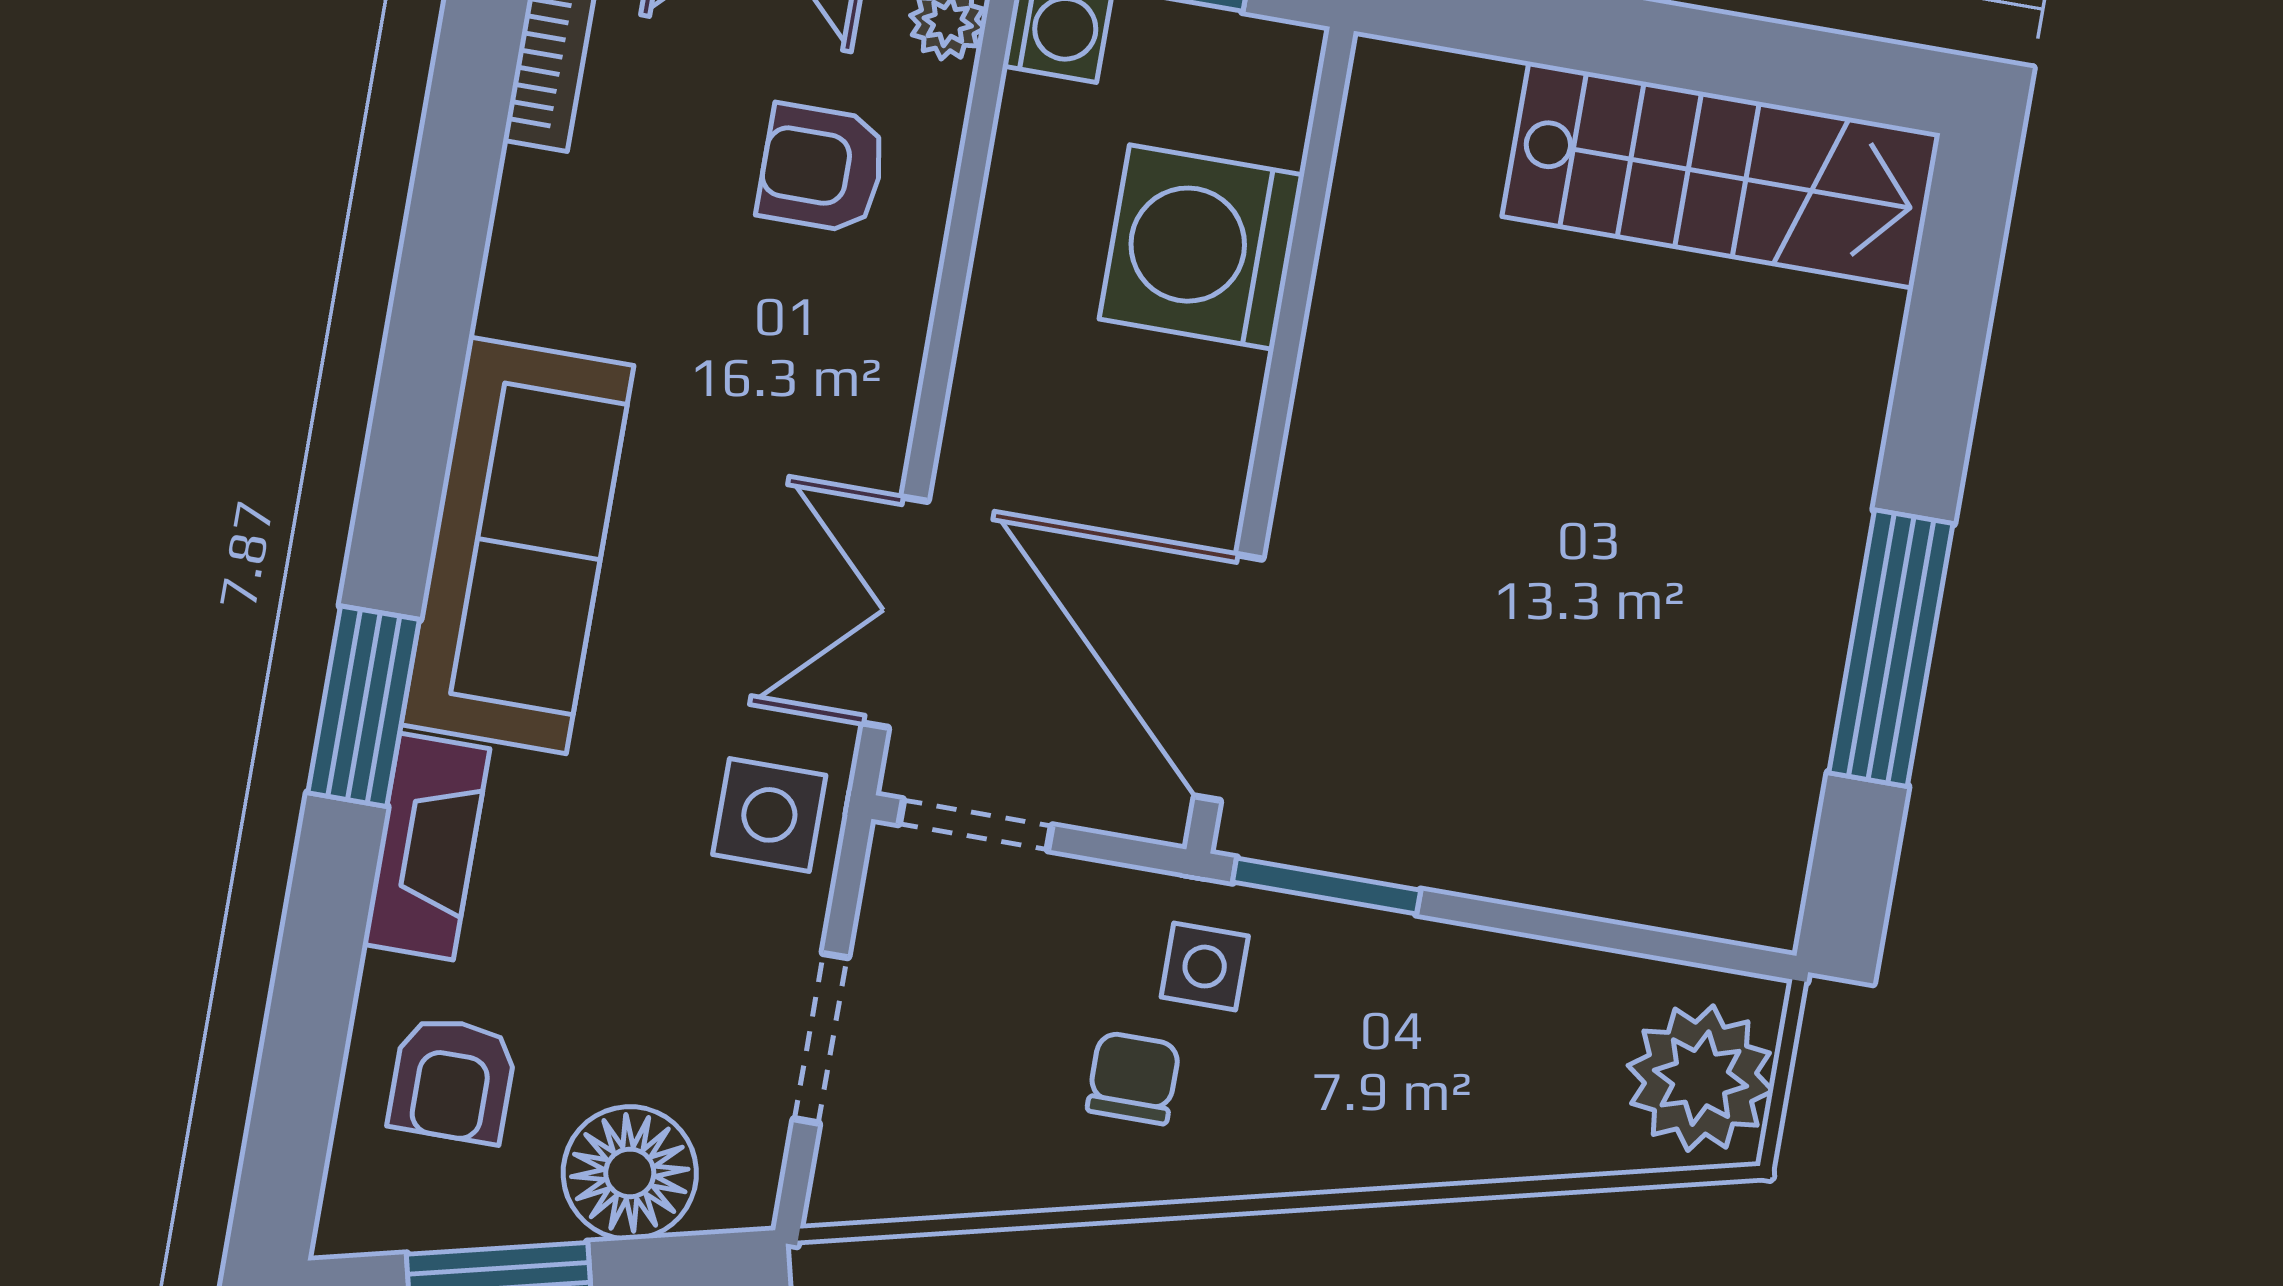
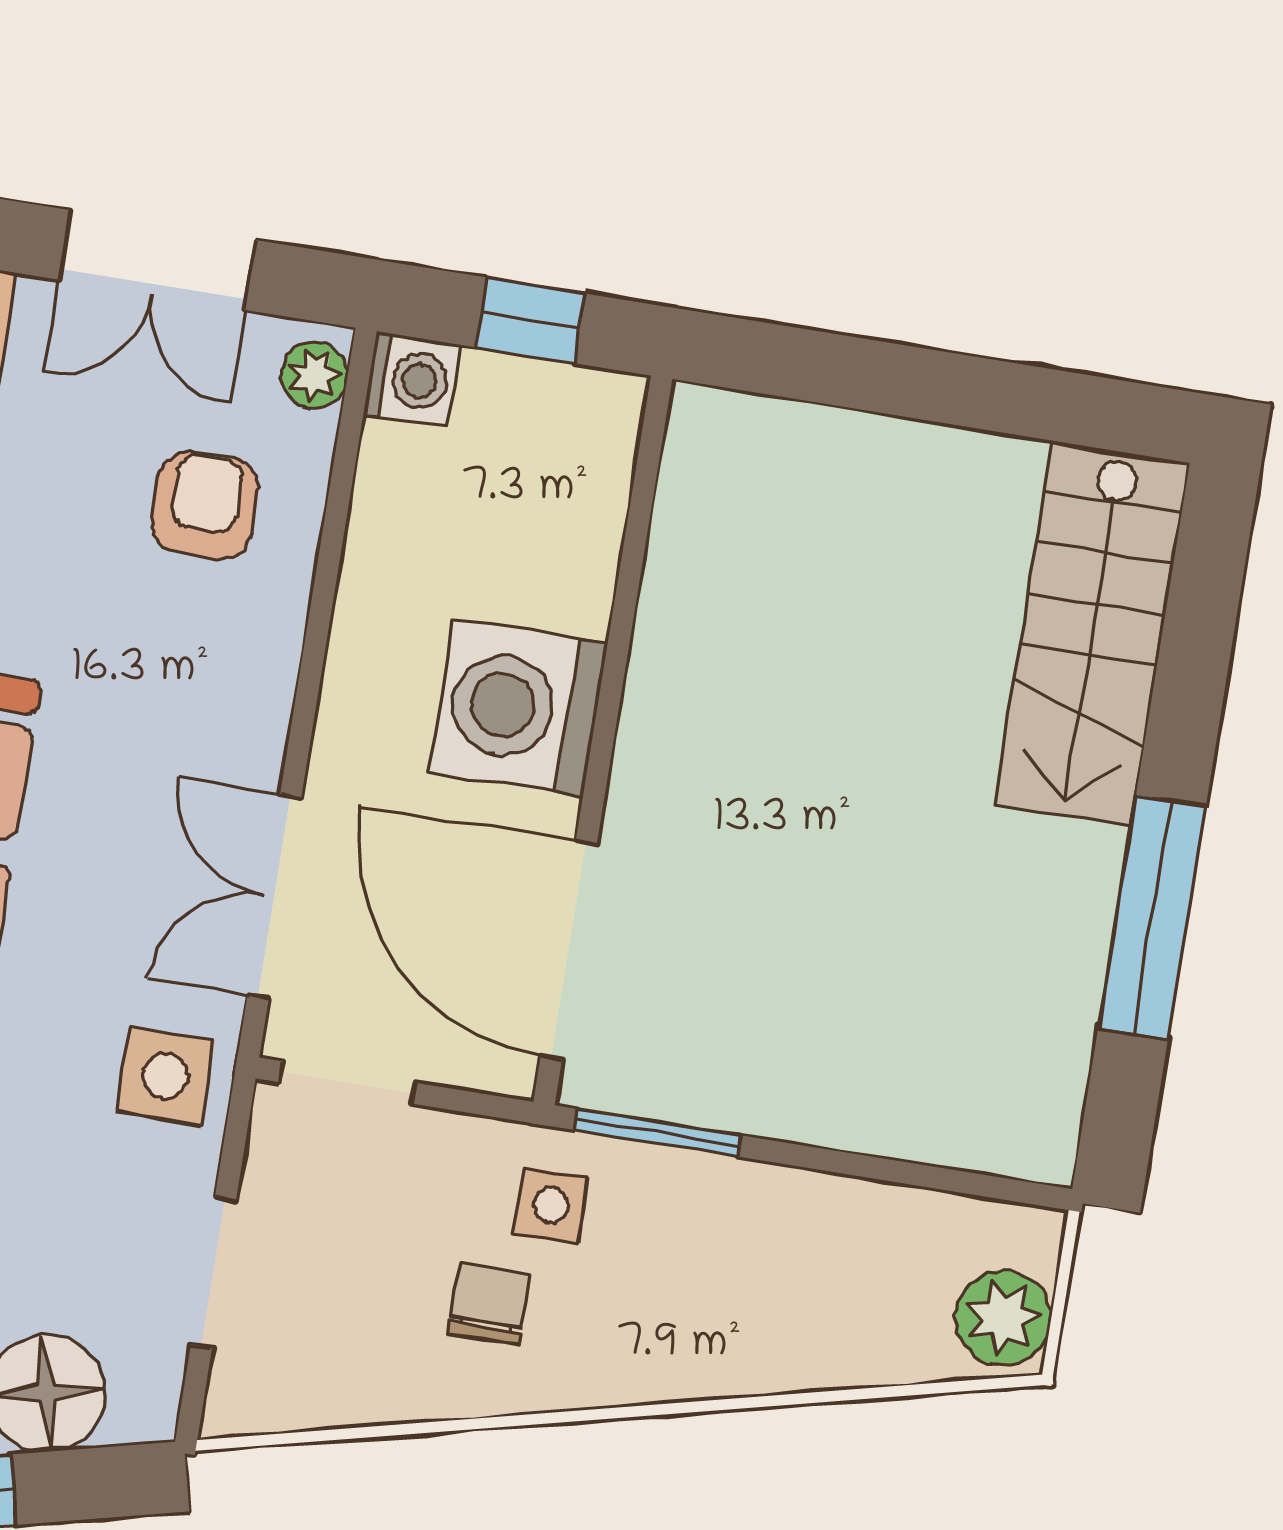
armchair: (822, 168) -> (205, 506), turned 90
stairs: (1721, 175) -> (1092, 633), moved, turned 90
washing machine: (1202, 247) -> (518, 708), moved
plant: (1701, 1078) -> (1003, 1318), width x0.73, depth x0.73

